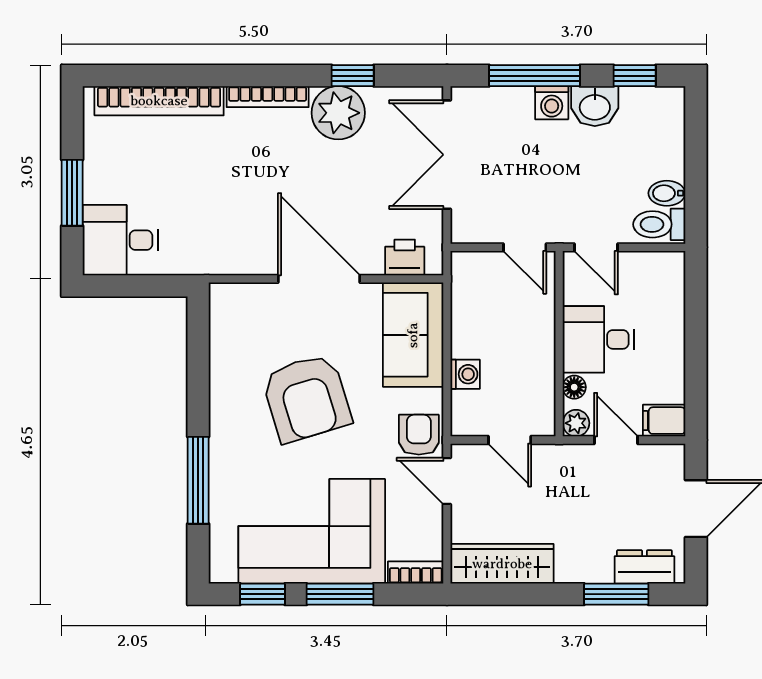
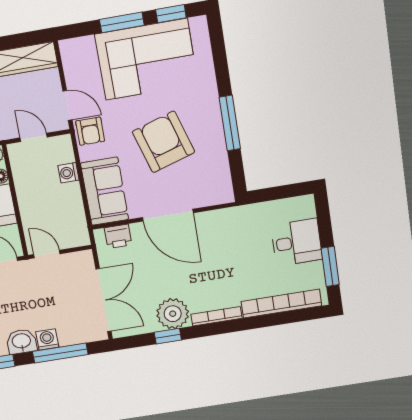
window: (72, 193) -> (330, 266), moved
desk: (120, 240) -> (297, 242), moved
window: (198, 480) -> (230, 123), moved
bookcase: (416, 573) -> (76, 45), removed

